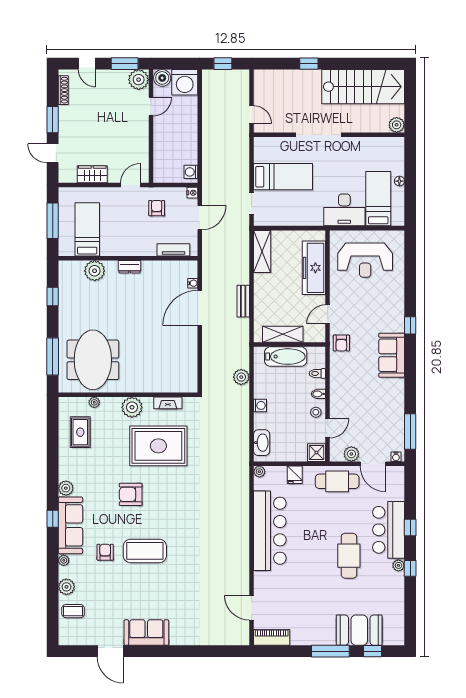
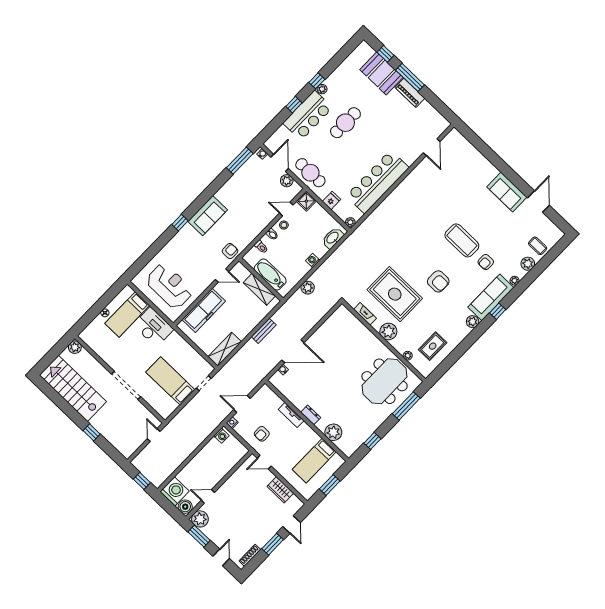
window: (53, 221) -> (330, 485), width x0.69
tv unit: (173, 250) -> (291, 415), moved
piano: (272, 637) -> (410, 93), moved

